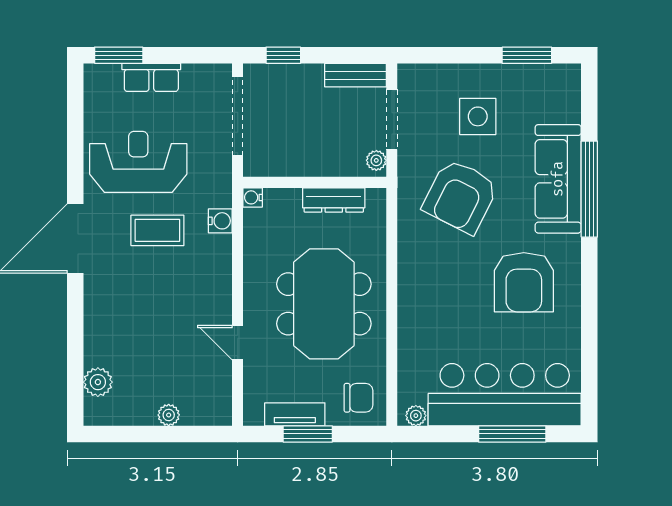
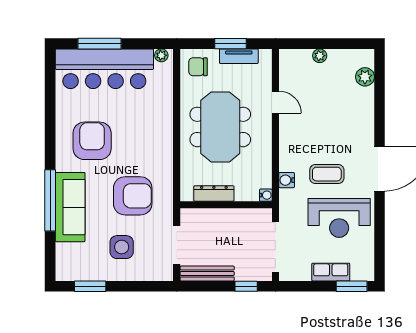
bench: (356, 75) -> (207, 273), width x1.36
plant: (376, 160) -> (187, 219), removed
armchair: (460, 196) -> (133, 196), turned 63

